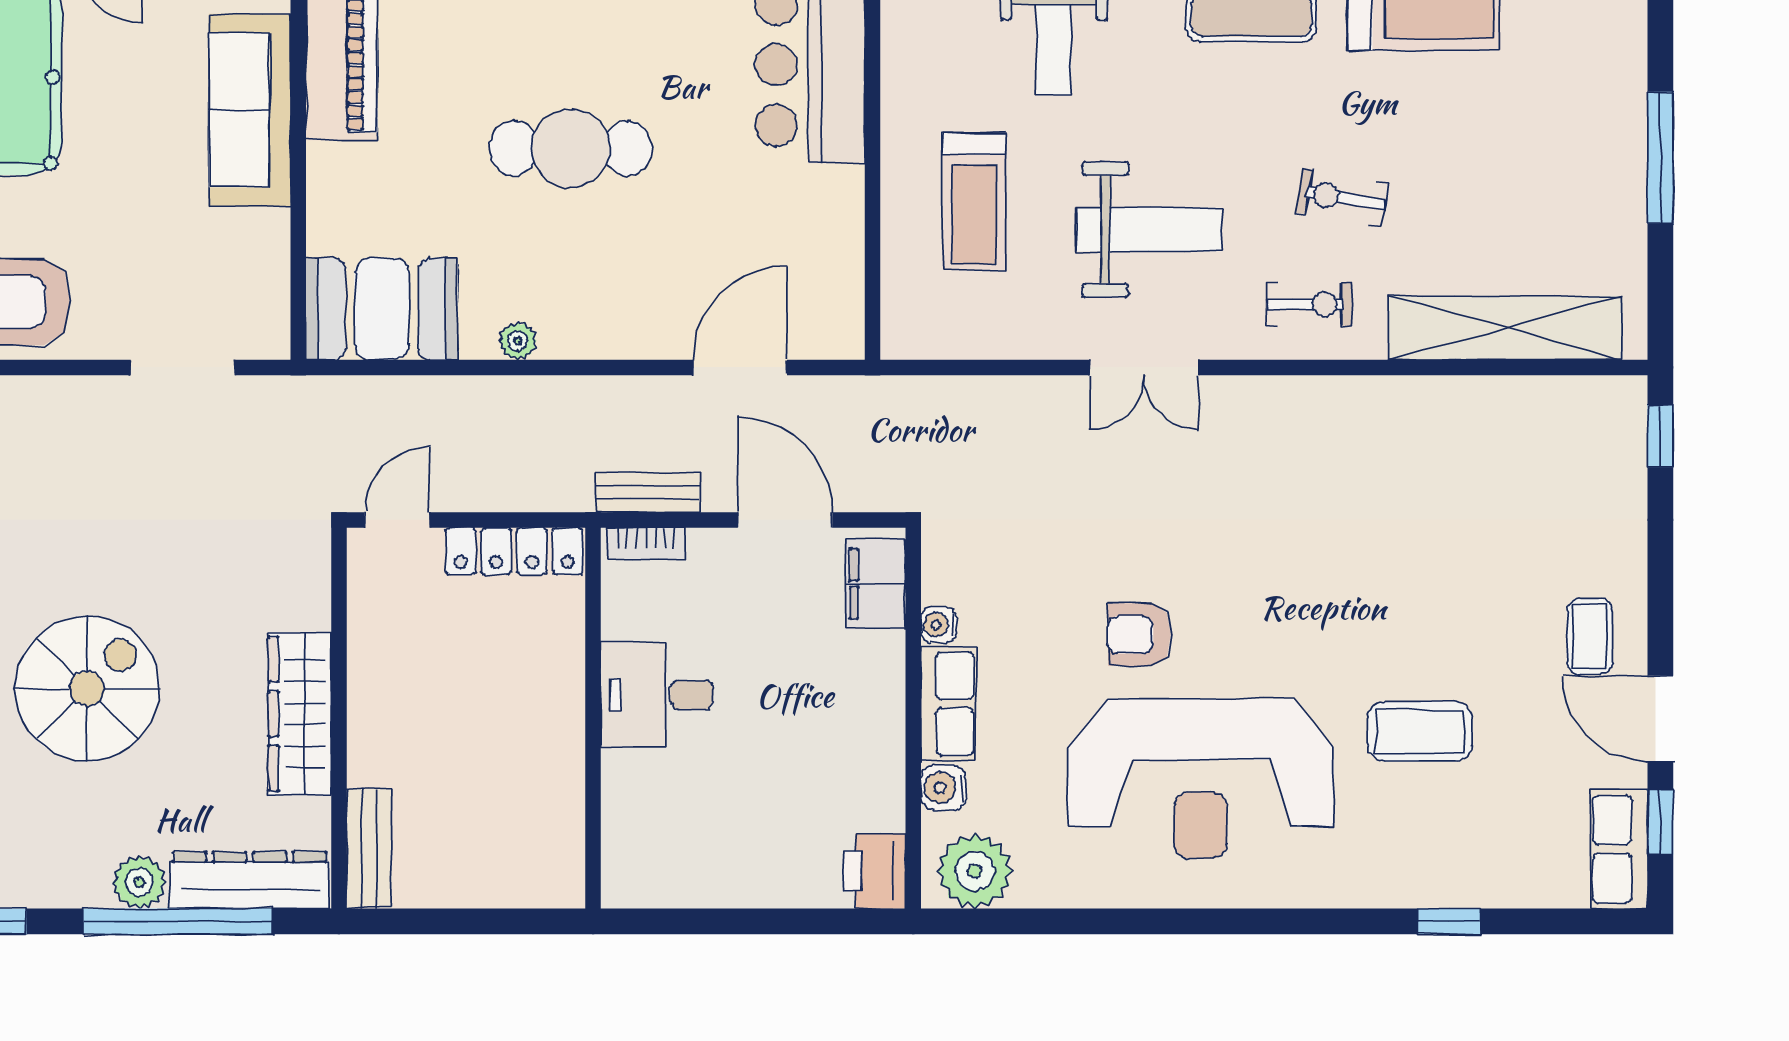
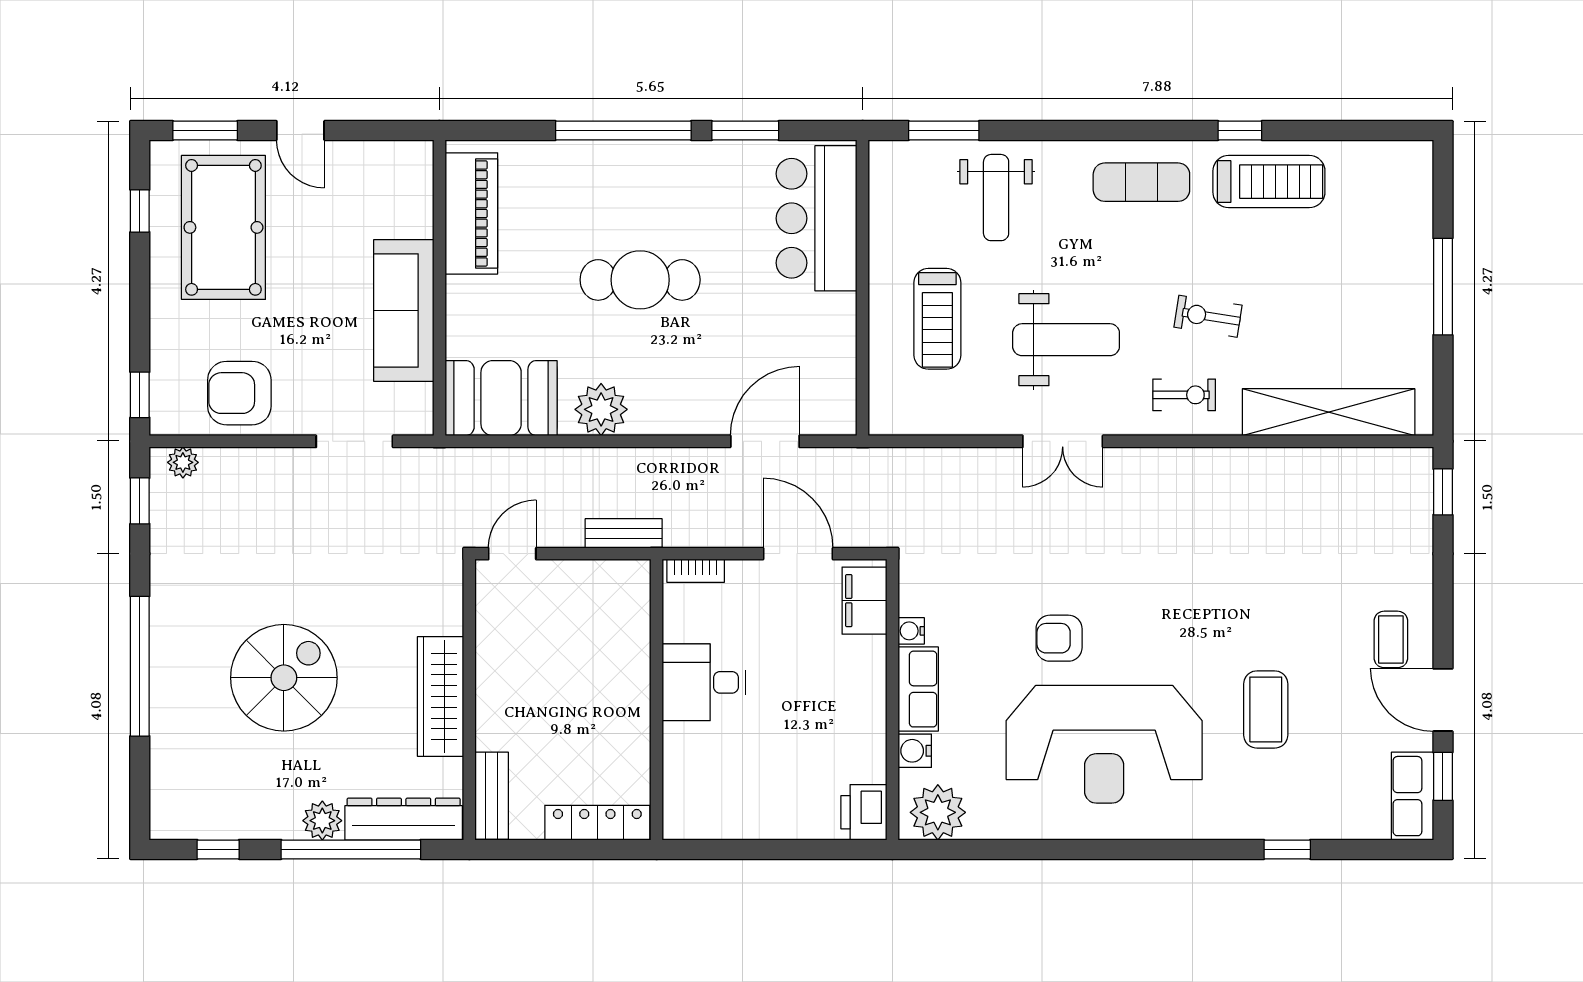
sofa: (250, 110) -> (404, 310), moved
plant: (518, 341) -> (601, 409), width x1.87, depth x1.87
bench: (648, 492) -> (624, 533), moved
locker: (514, 551) -> (597, 823), moved, turned 180
coffee table: (1420, 731) -> (1266, 709), turned 90

